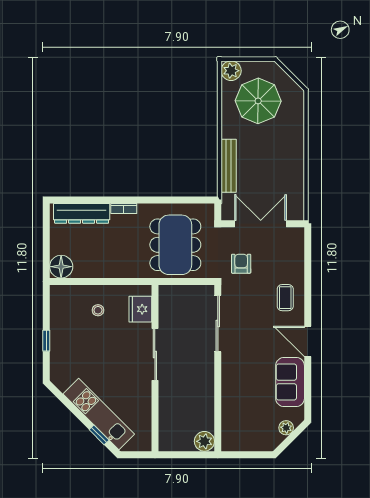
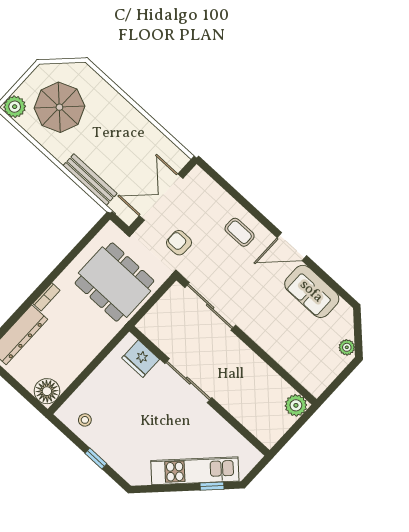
stool: (98, 310) -> (85, 420), moved
plant: (286, 428) -> (347, 347), moved

